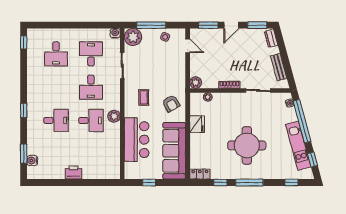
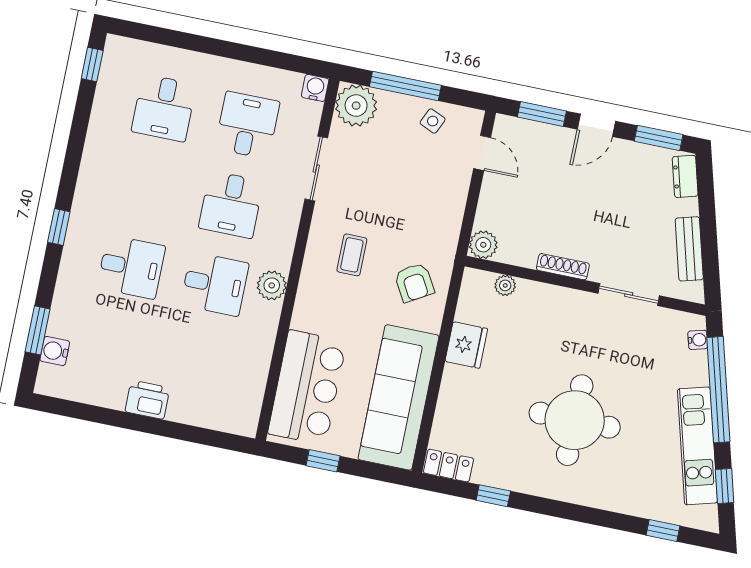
bar counter: (137, 140) -> (307, 387), moved
window: (249, 182) -> (563, 510), removed

